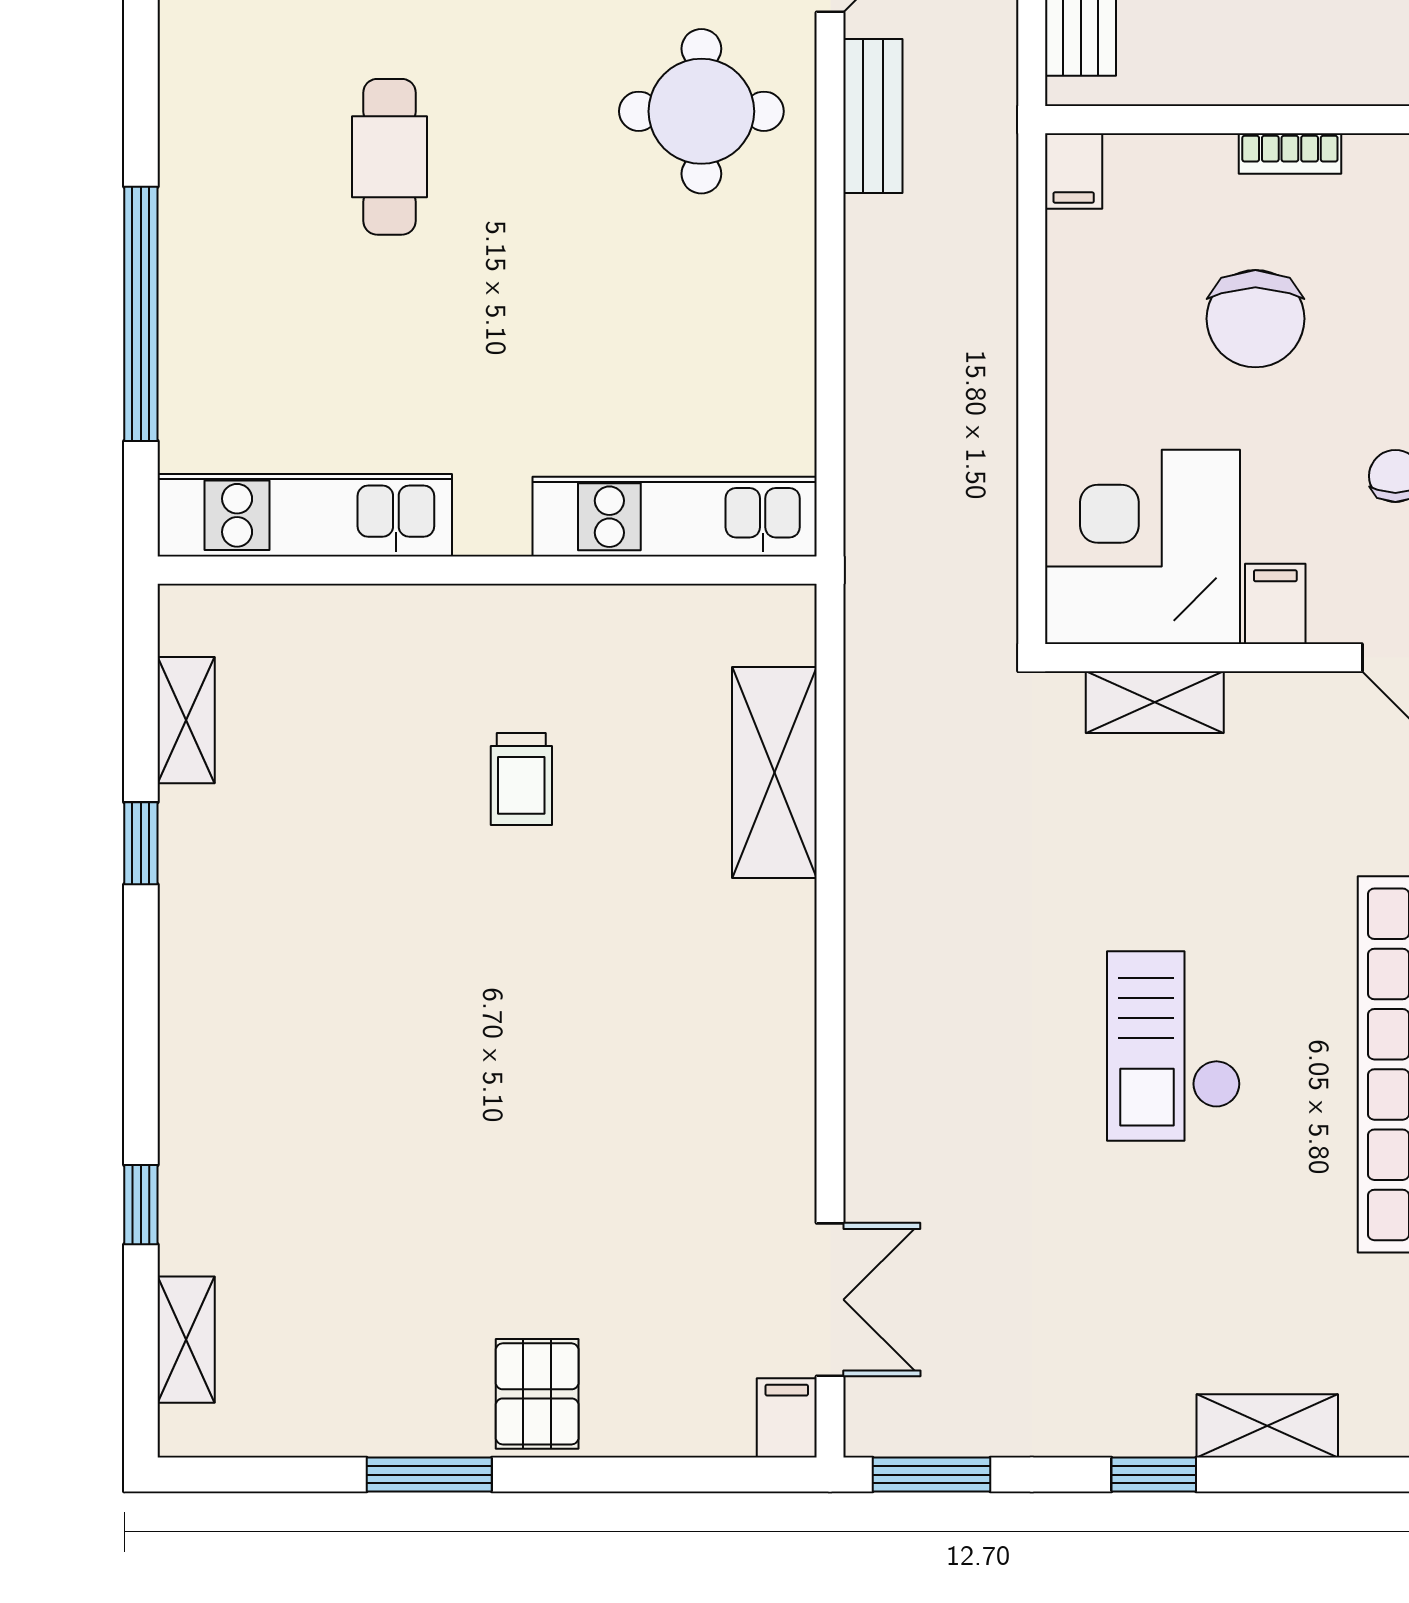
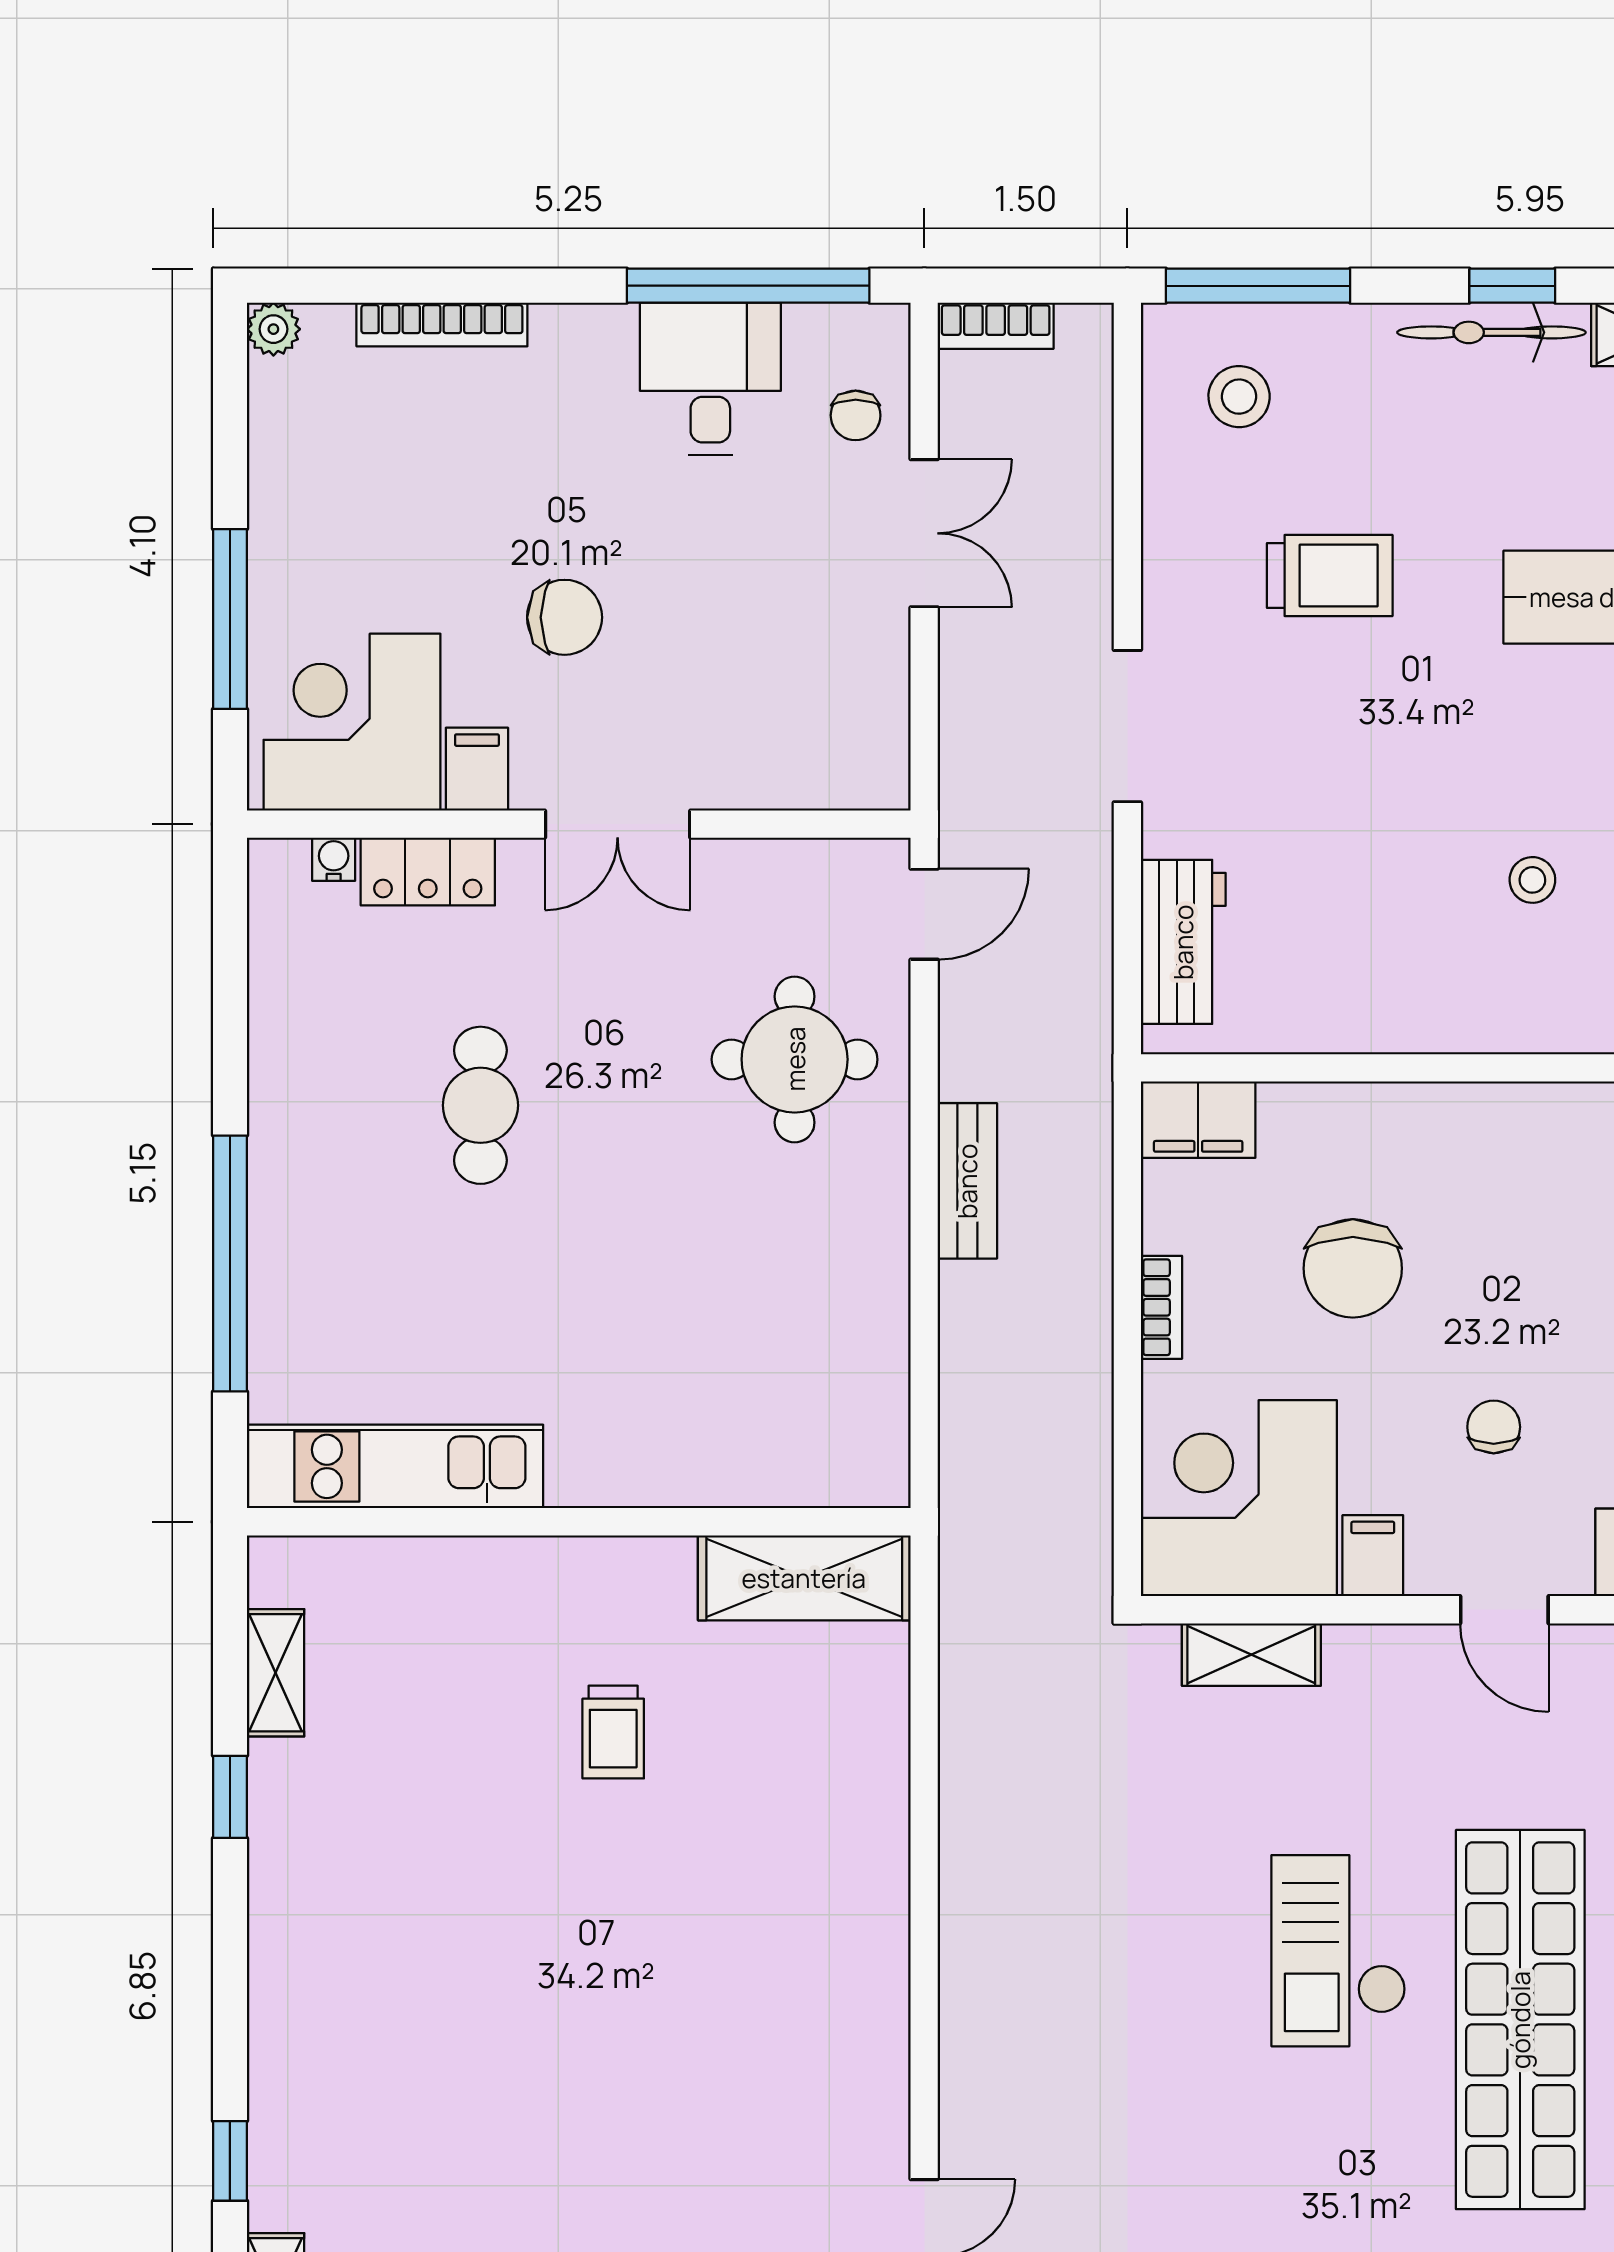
bench: (873, 116) -> (967, 1181), moved
bookcase: (1290, 154) -> (1162, 1307), moved, turned -90
filing cabinet: (1074, 171) -> (1198, 1120), width x2.00
kitchen unit: (675, 517) -> (768, 1468), removed
shelving: (774, 773) -> (804, 1578), moved, turned 90
checkout: (1174, 1046) -> (1339, 1951), moved

